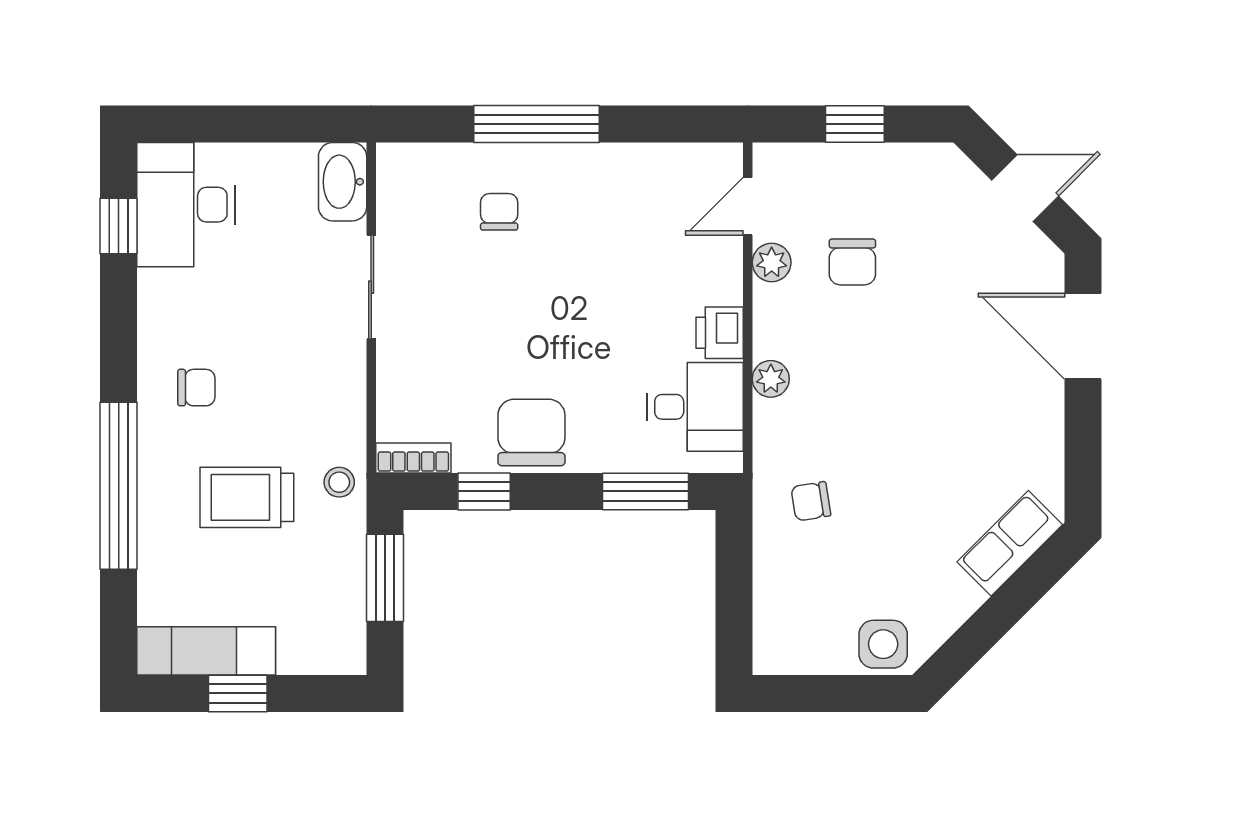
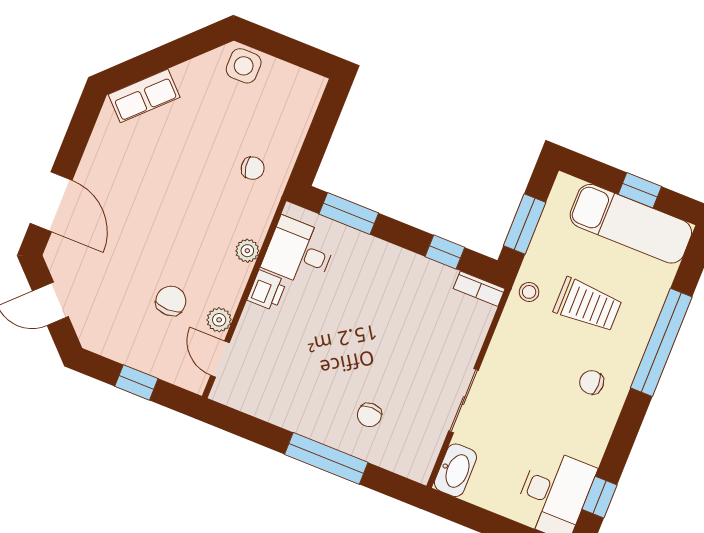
door: (748, 206) -> (220, 359), swing flipped
chair: (531, 432) -> (403, 276), removed
exam couch: (206, 651) -> (631, 224), width x1.36, depth x1.45

